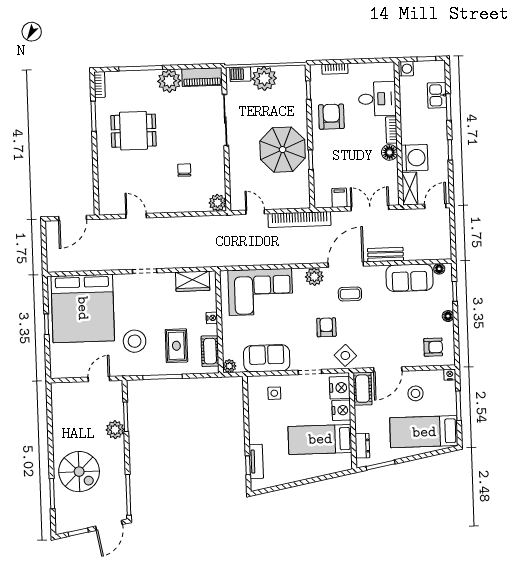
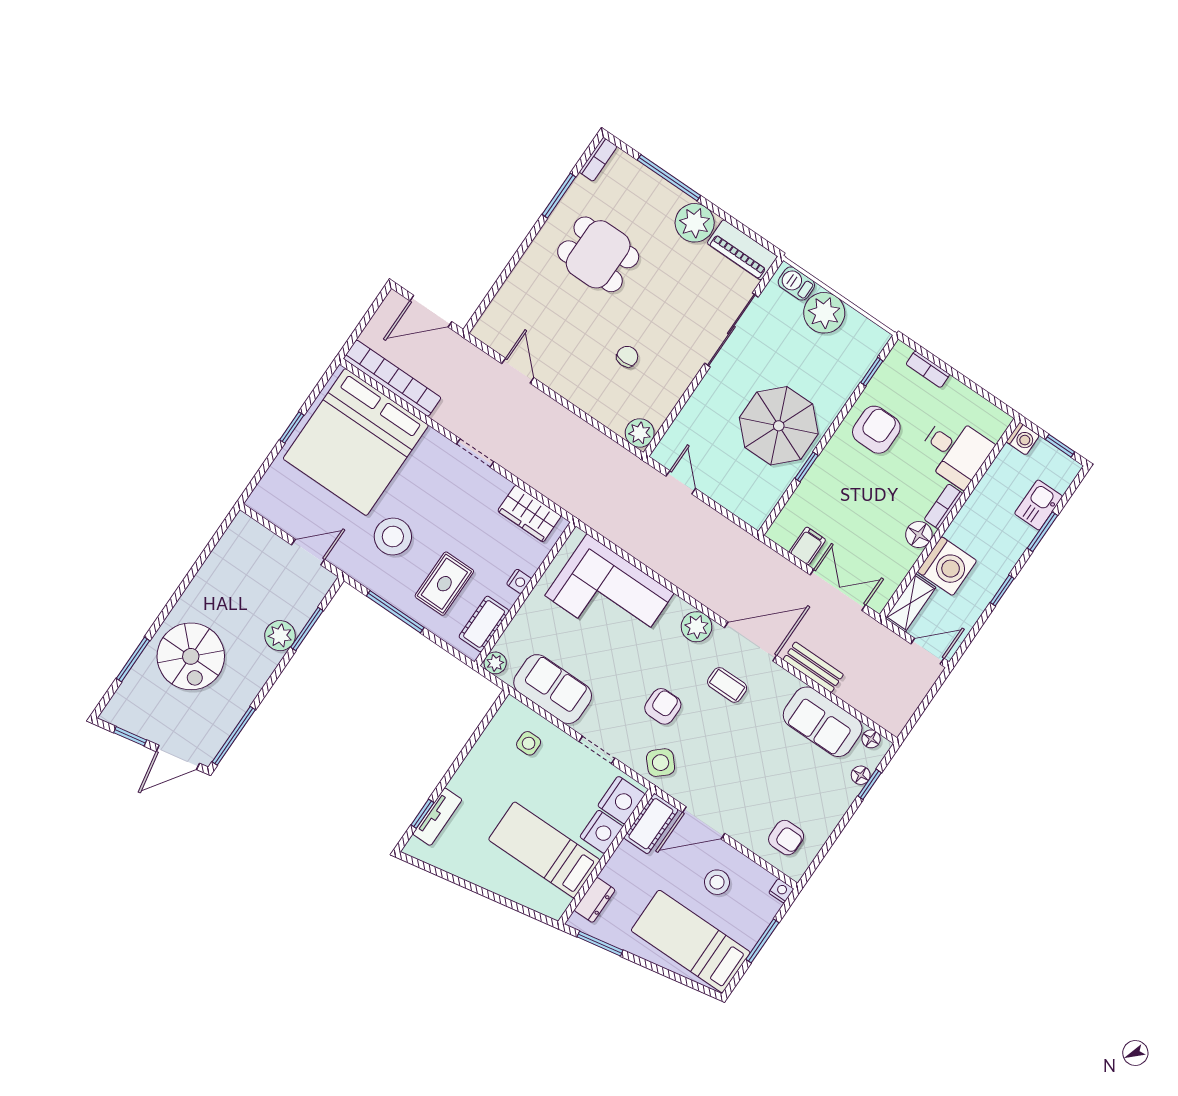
bookcase: (299, 220) -> (392, 378), moved, turned 180
floor lamp: (448, 316) -> (861, 775), moved

